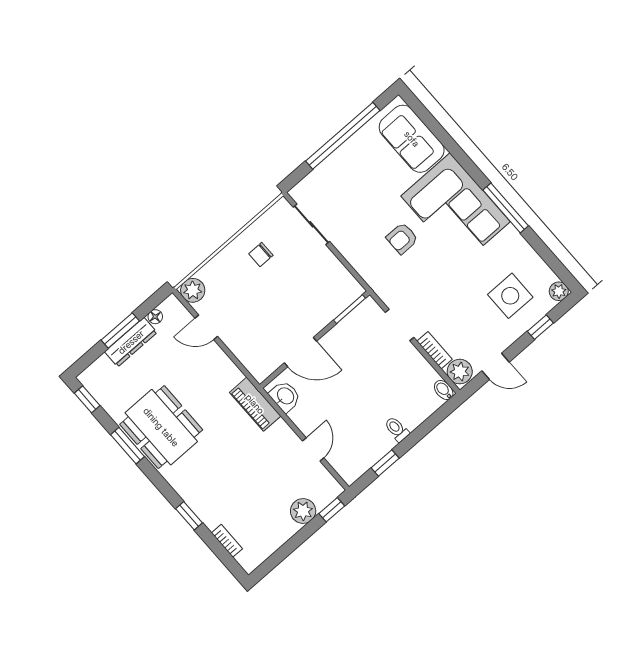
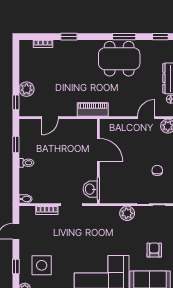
armchair: (402, 238) -> (154, 250), moved
door: (300, 352) -> (98, 150), swing flipped
plant: (460, 372) -> (127, 213), moved
washbasin: (285, 396) -> (90, 189), moved, turned 90
door: (313, 449) -> (50, 118), hinge flipped

